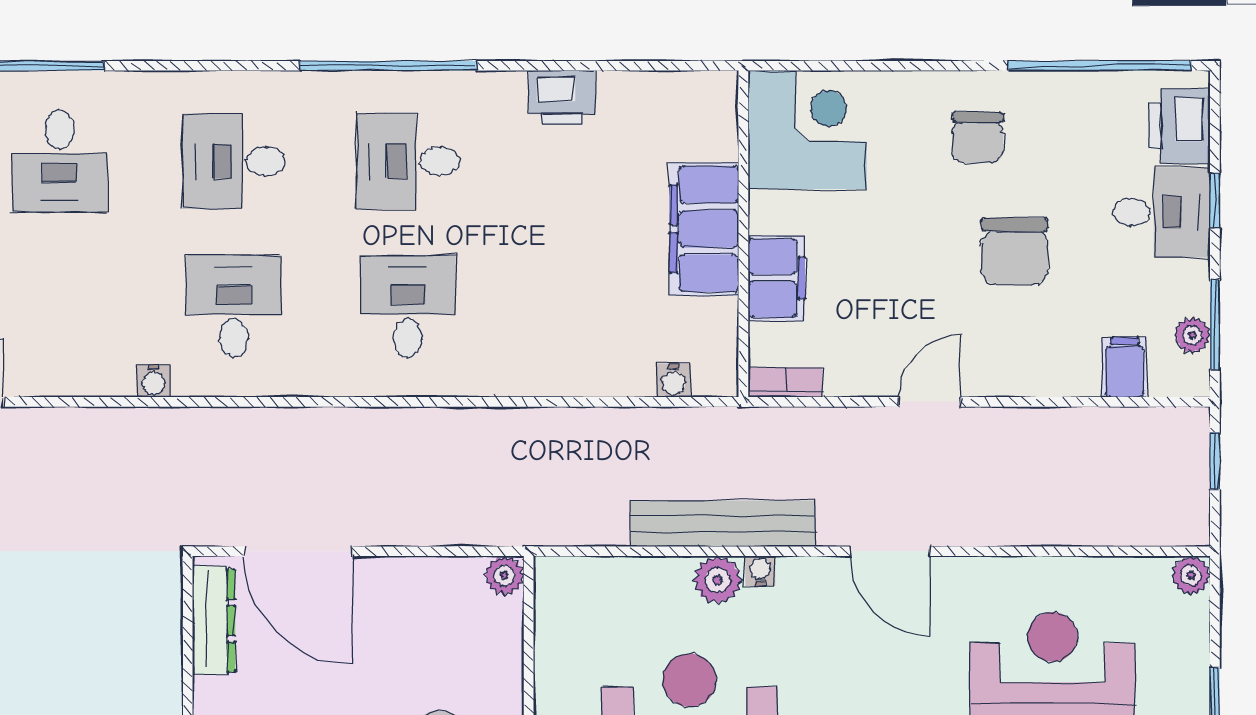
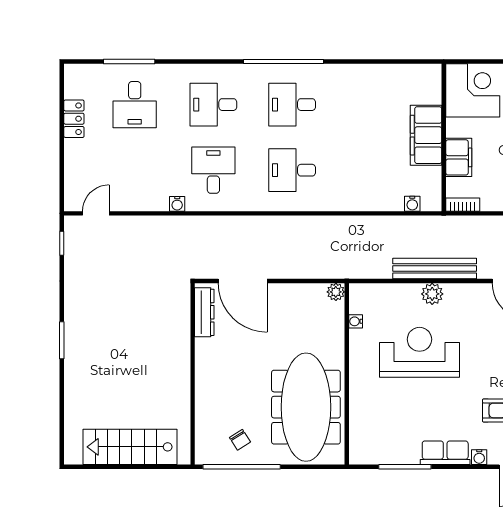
printer: (562, 98) -> (362, 76), removed
desk: (408, 306) -> (292, 170), turned -90
water cooler: (760, 571) -> (356, 321), moved, turned -90

